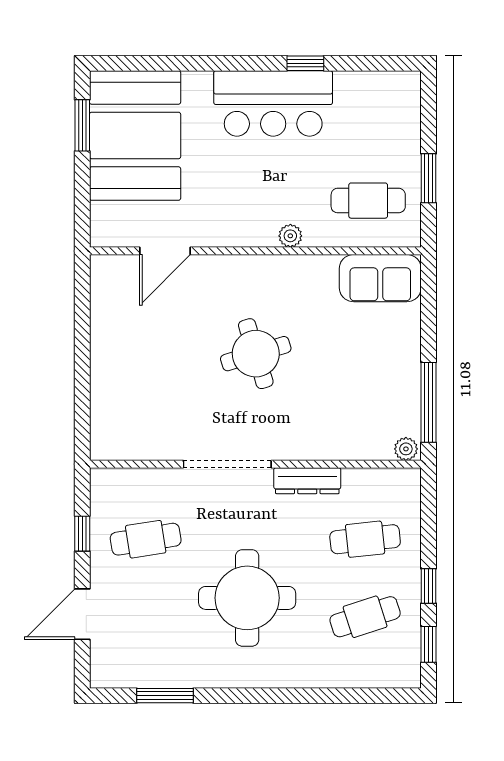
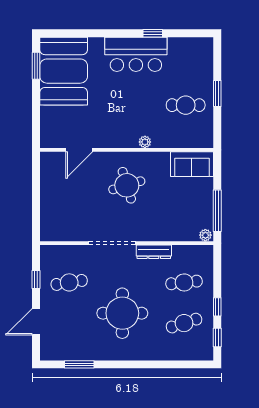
plant: (290, 236) -> (145, 142), moved
door: (165, 251) -> (79, 150), moved
wall: (255, 251) -> (127, 150), moved
sofa: (380, 278) -> (192, 164), moved

